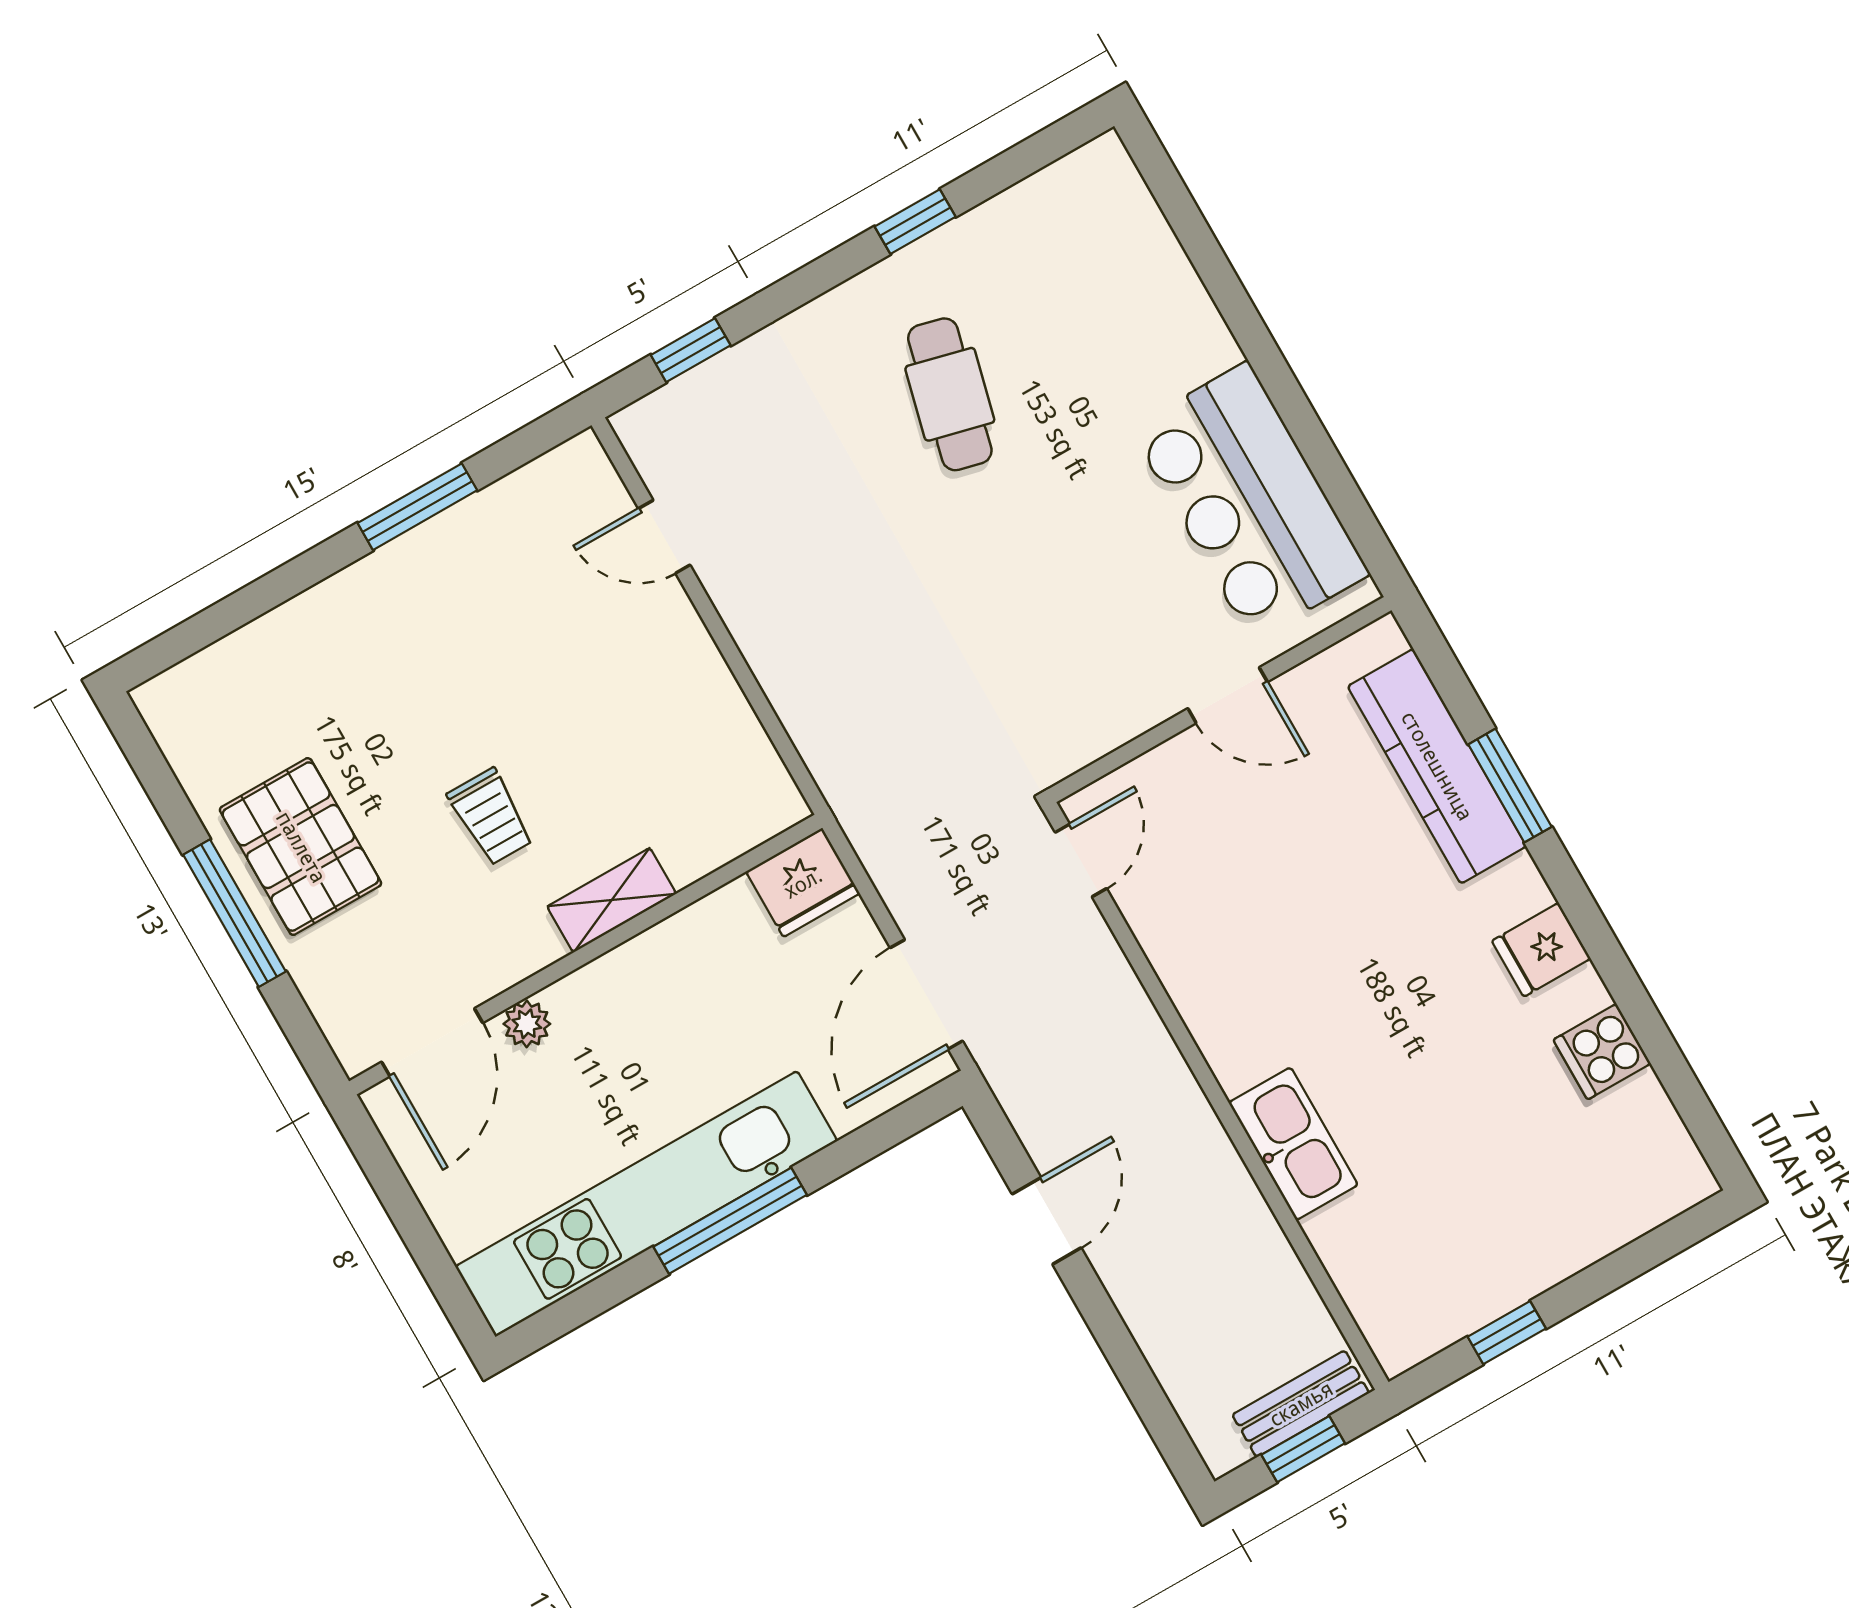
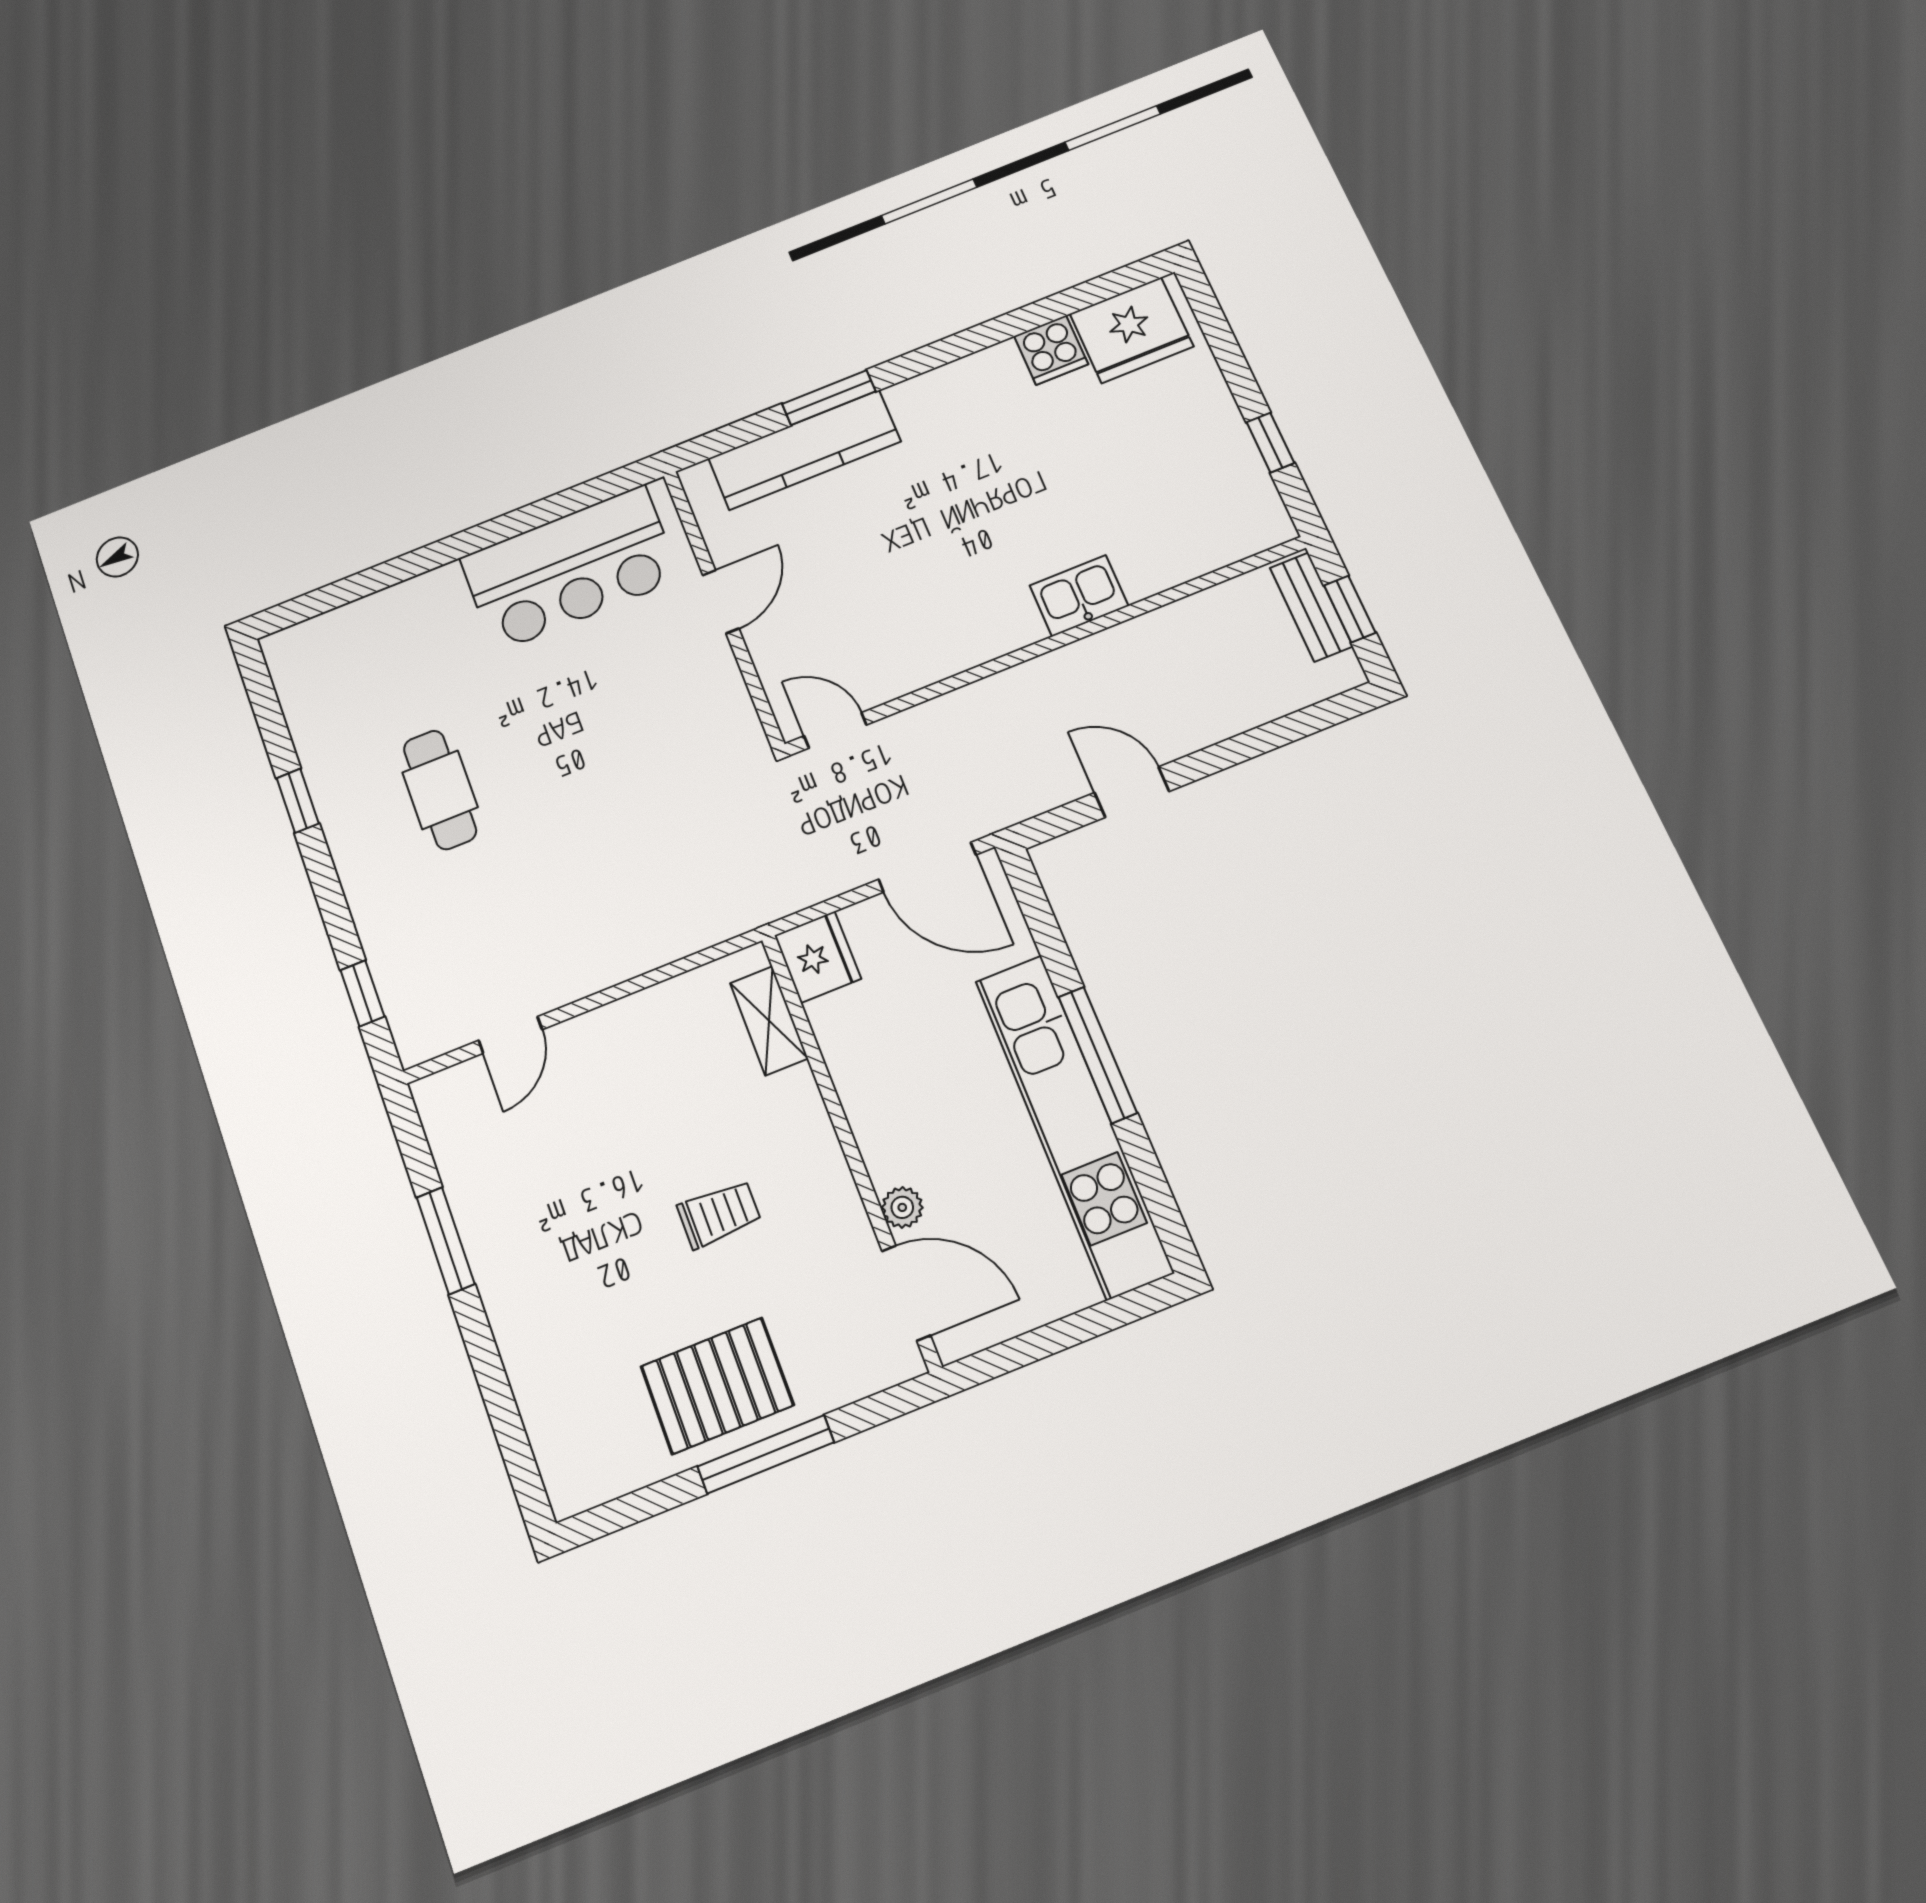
cafe table: (950, 394) -> (440, 790), turned 76
shelving: (612, 900) -> (769, 1021), moved
fridge: (1541, 950) -> (1131, 330), moved, width x1.88, depth x1.34
kitchen sink: (1293, 1144) -> (1079, 596), width x0.73

